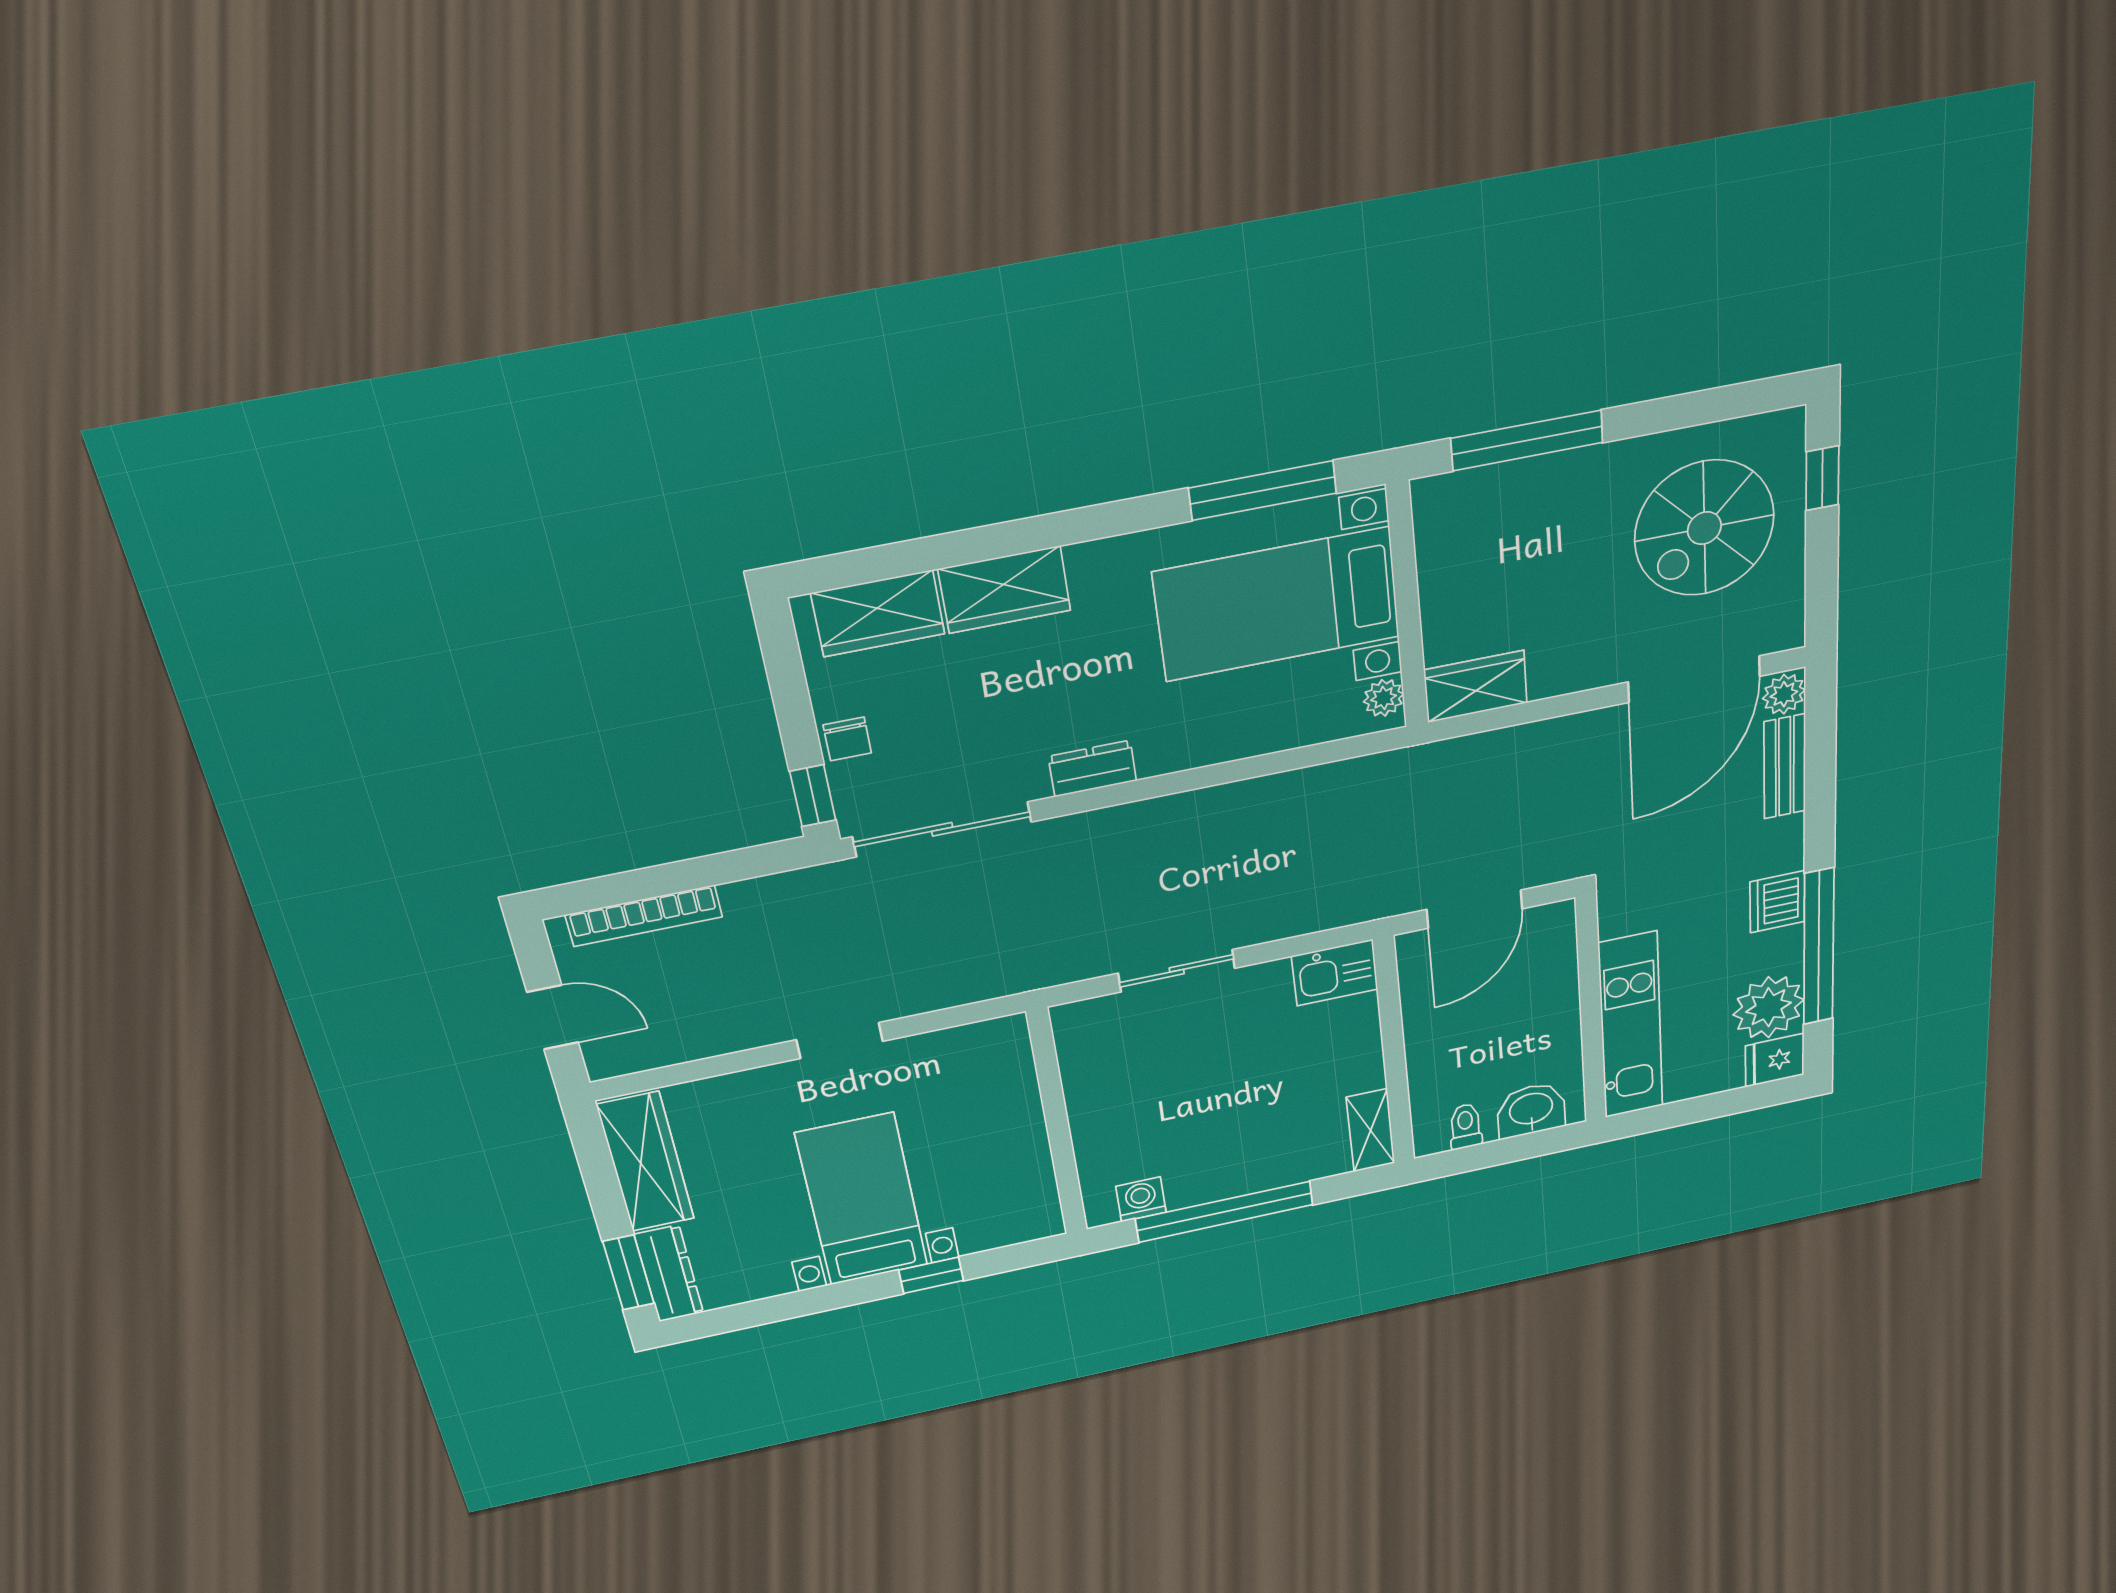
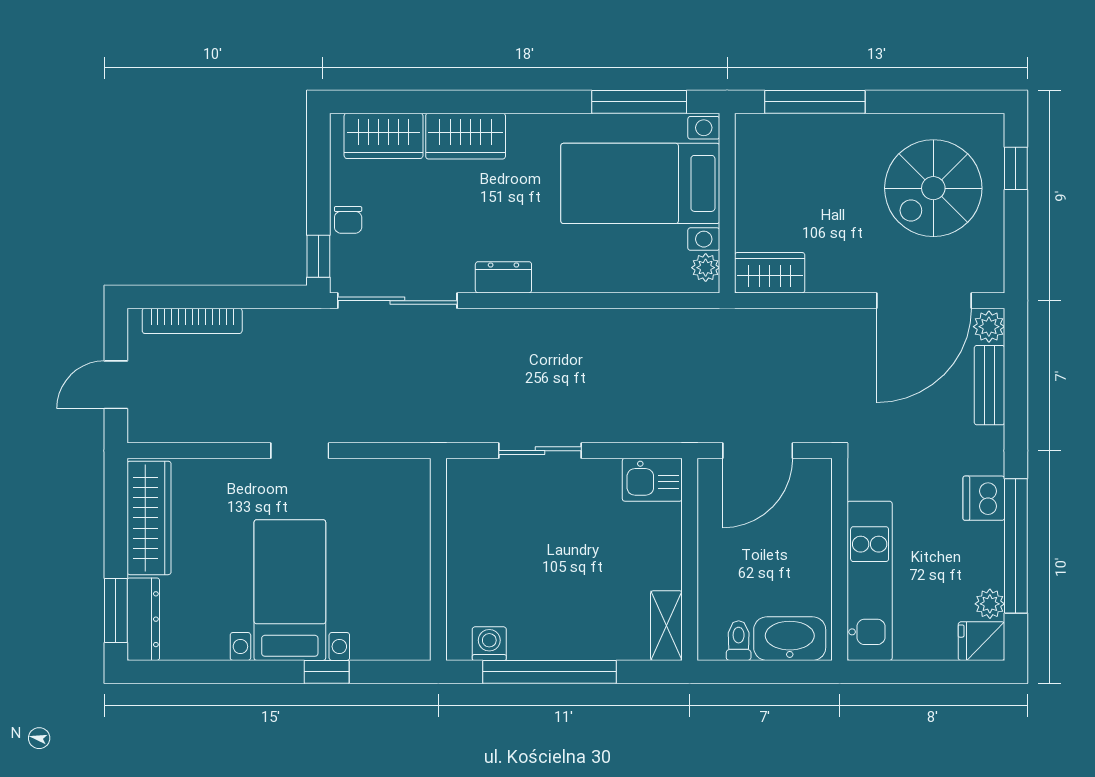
plant: (1769, 1007) -> (990, 604), width x0.53, depth x0.53
door: (553, 1017) -> (116, 385), swing flipped
washbasin: (1531, 1110) -> (790, 639), width x1.38

